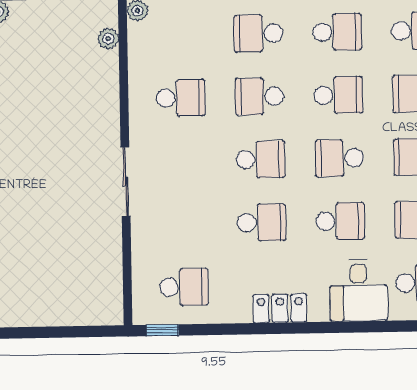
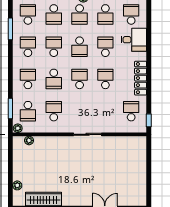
school desk: (258, 33) -> (28, 79), turned 180
school desk: (180, 35) -> (28, 111), added
locker: (280, 308) -> (141, 78), width x1.53

